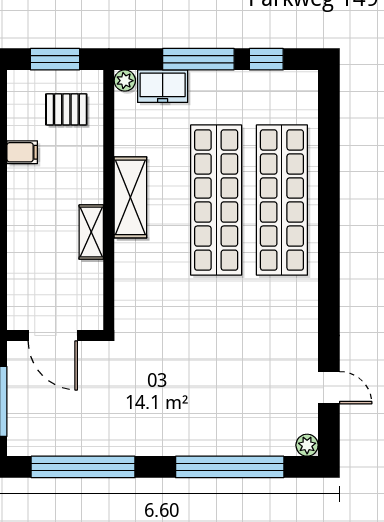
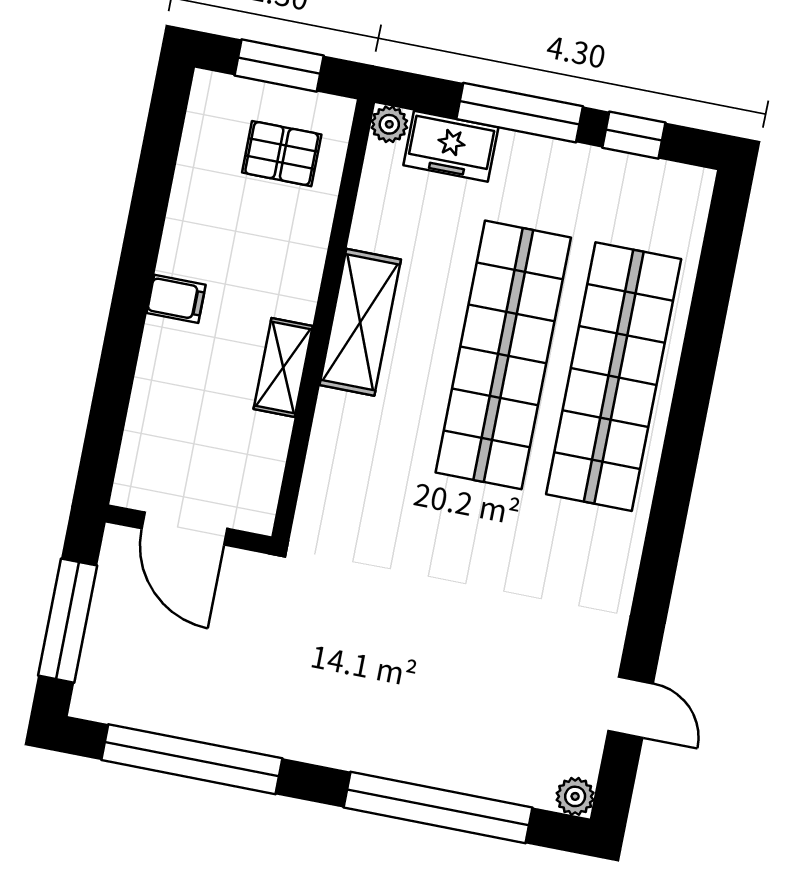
filing cabinet: (22, 152) -> (176, 299), moved

